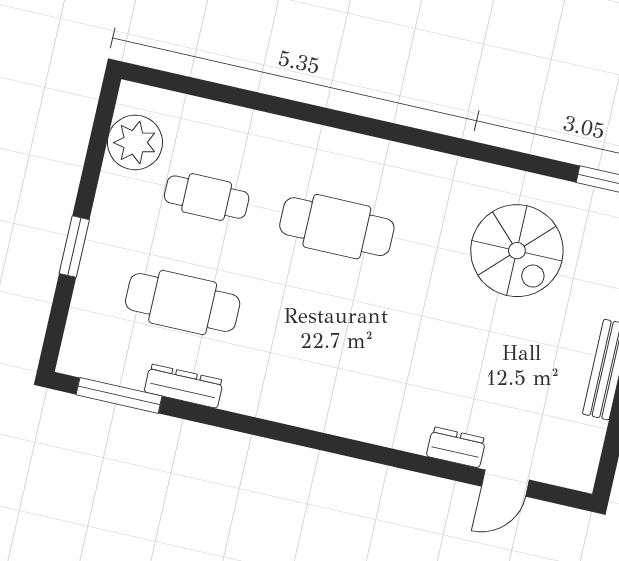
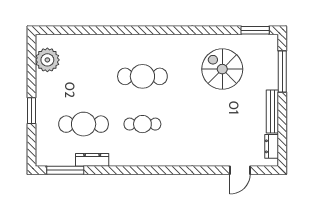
cafe table: (207, 197) -> (142, 124), moved
spiral stairs: (517, 251) -> (222, 69), turned 180
dresser: (456, 447) -> (272, 146), moved, turned -90

